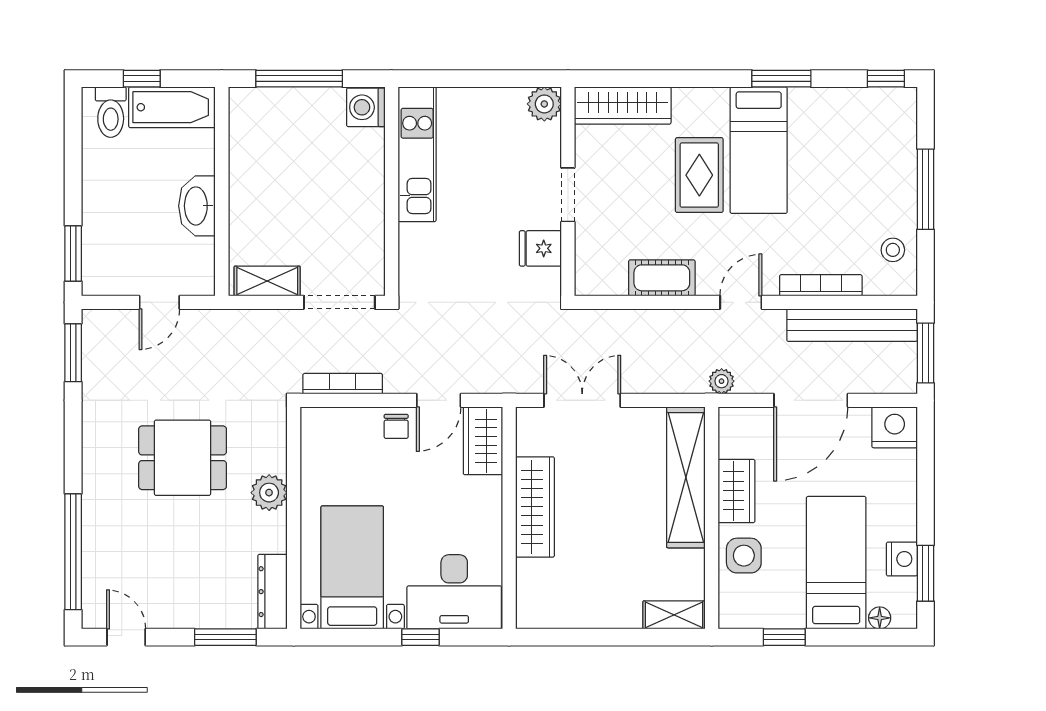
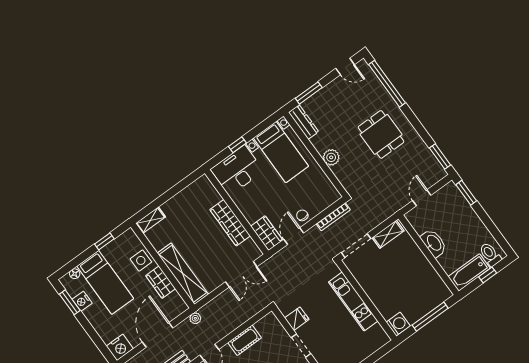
kitchen unit: (417, 154) -> (353, 302), moved
dining table: (183, 458) -> (381, 134), moved, turned 90

